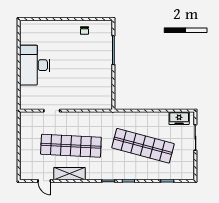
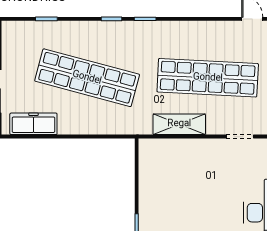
freezer: (179, 118) -> (33, 124), width x1.40
shelving: (70, 174) -> (179, 124), moved

